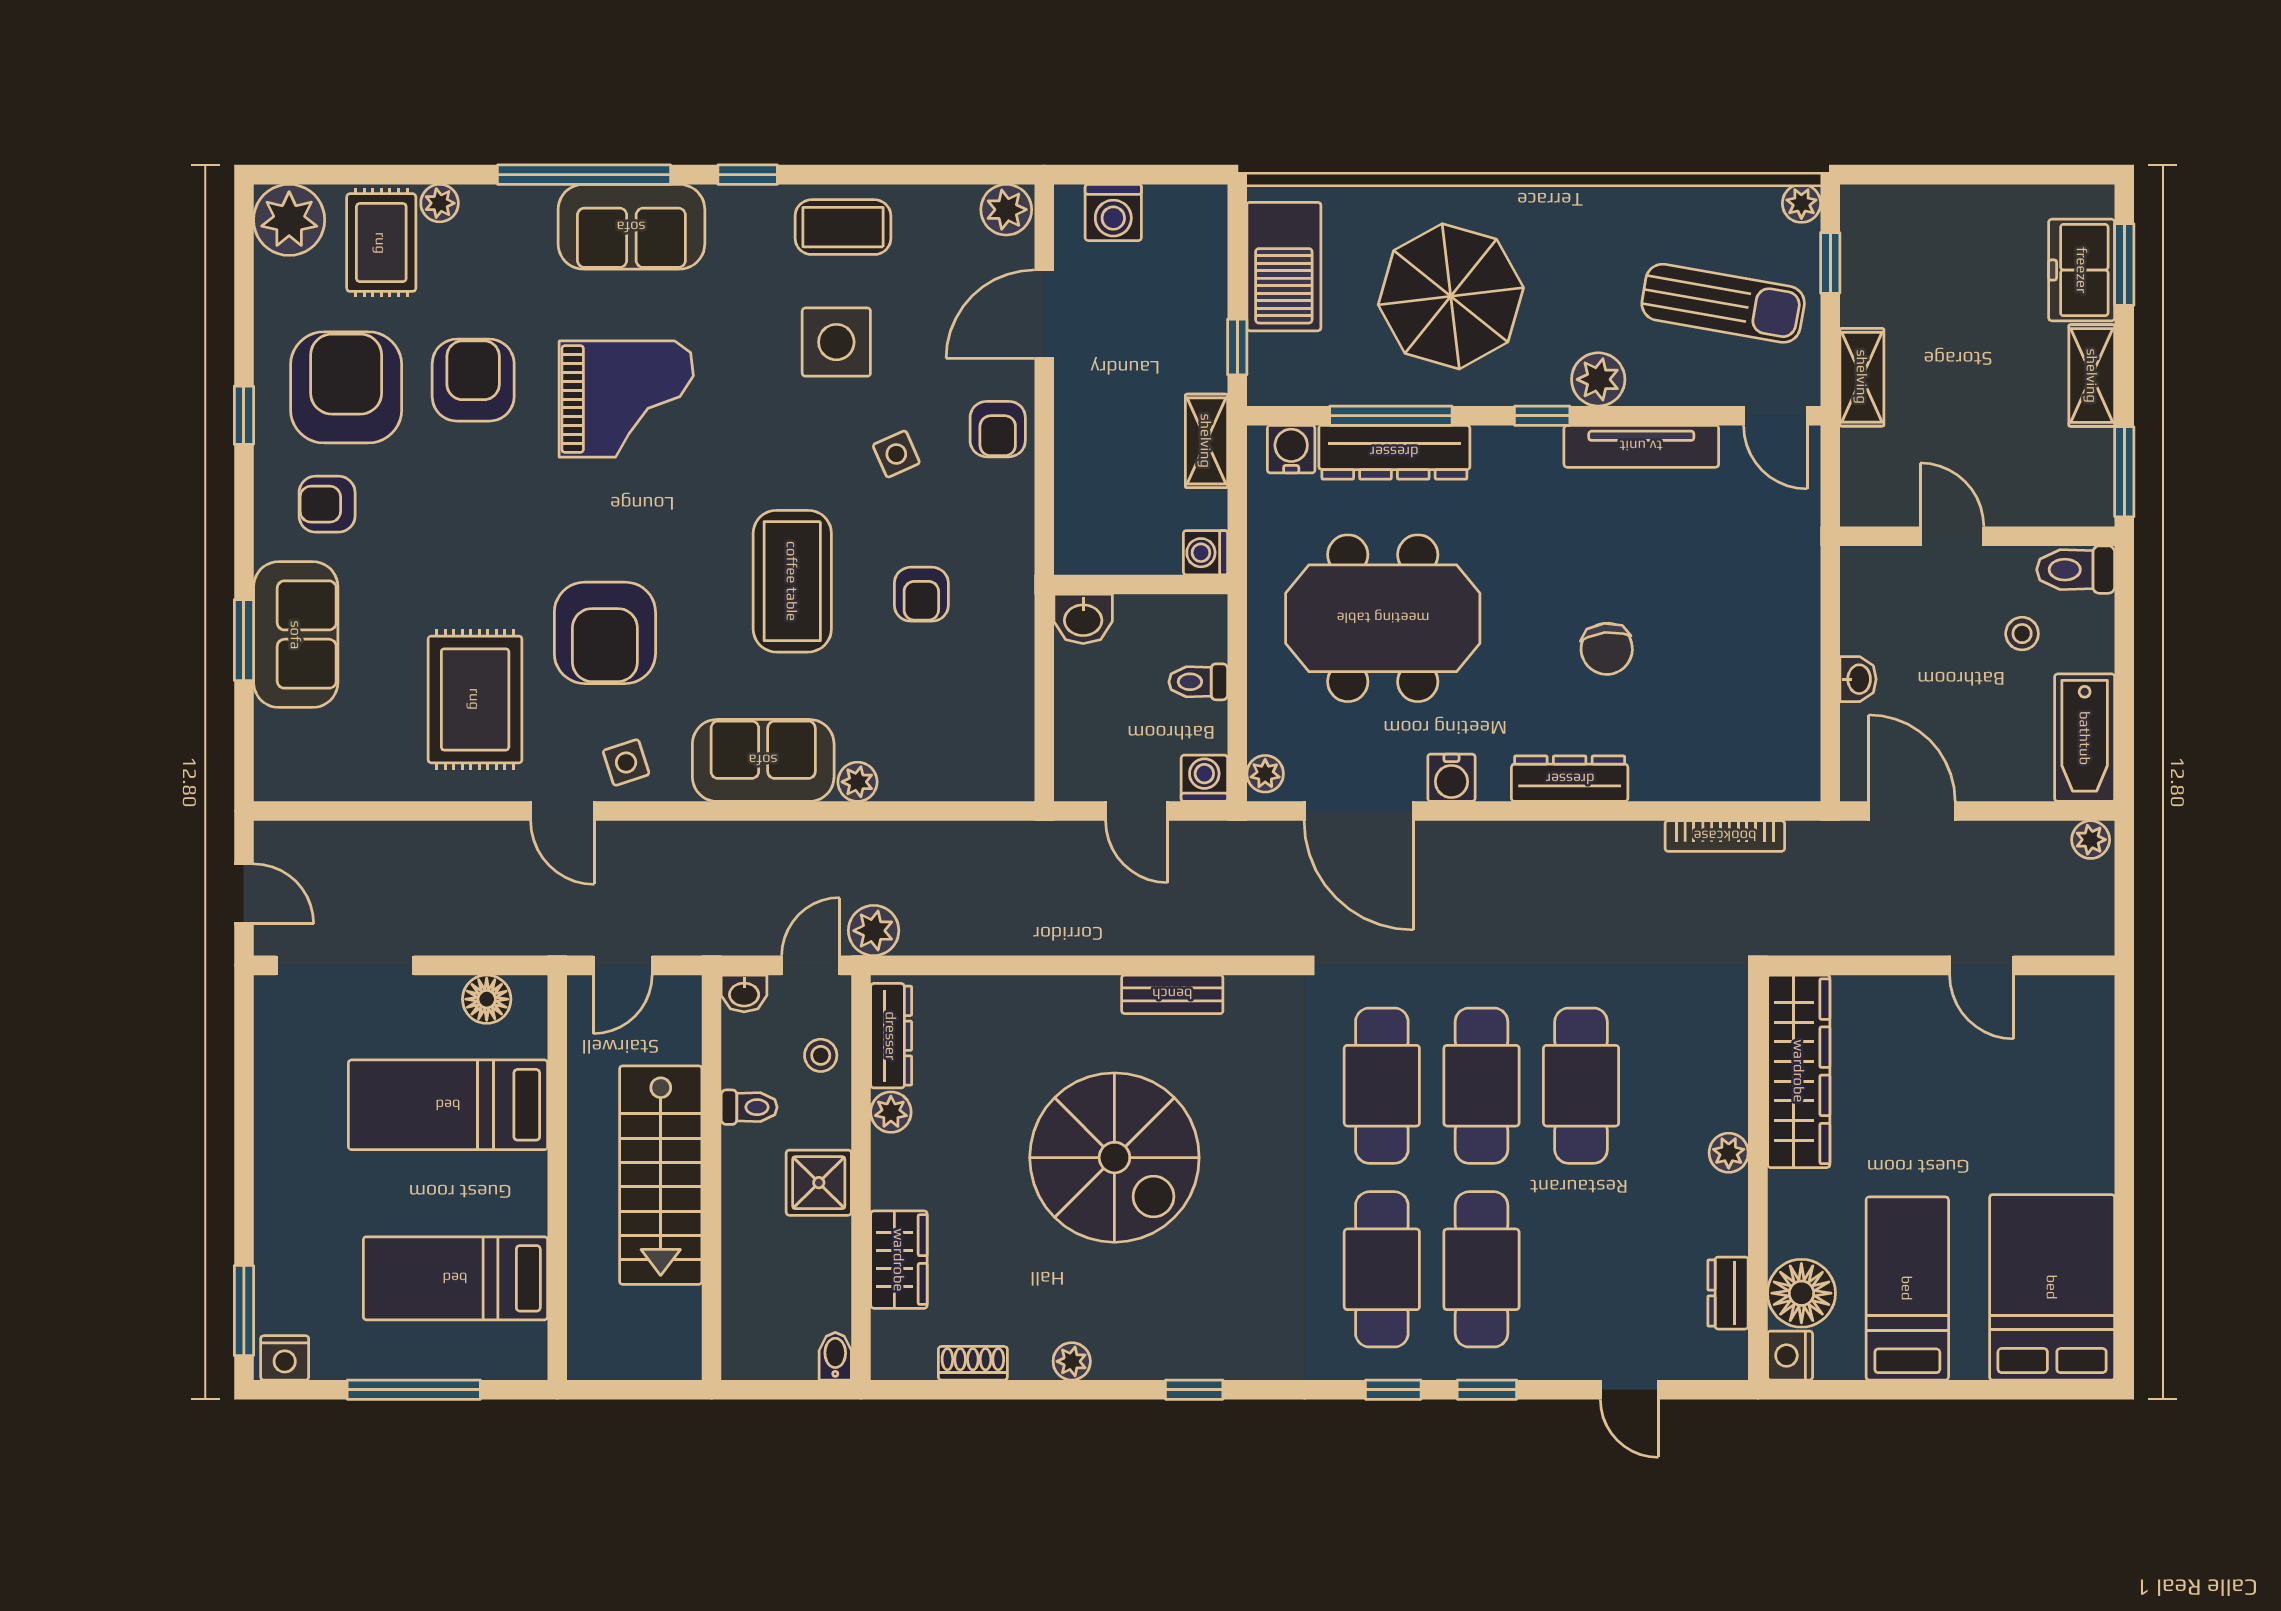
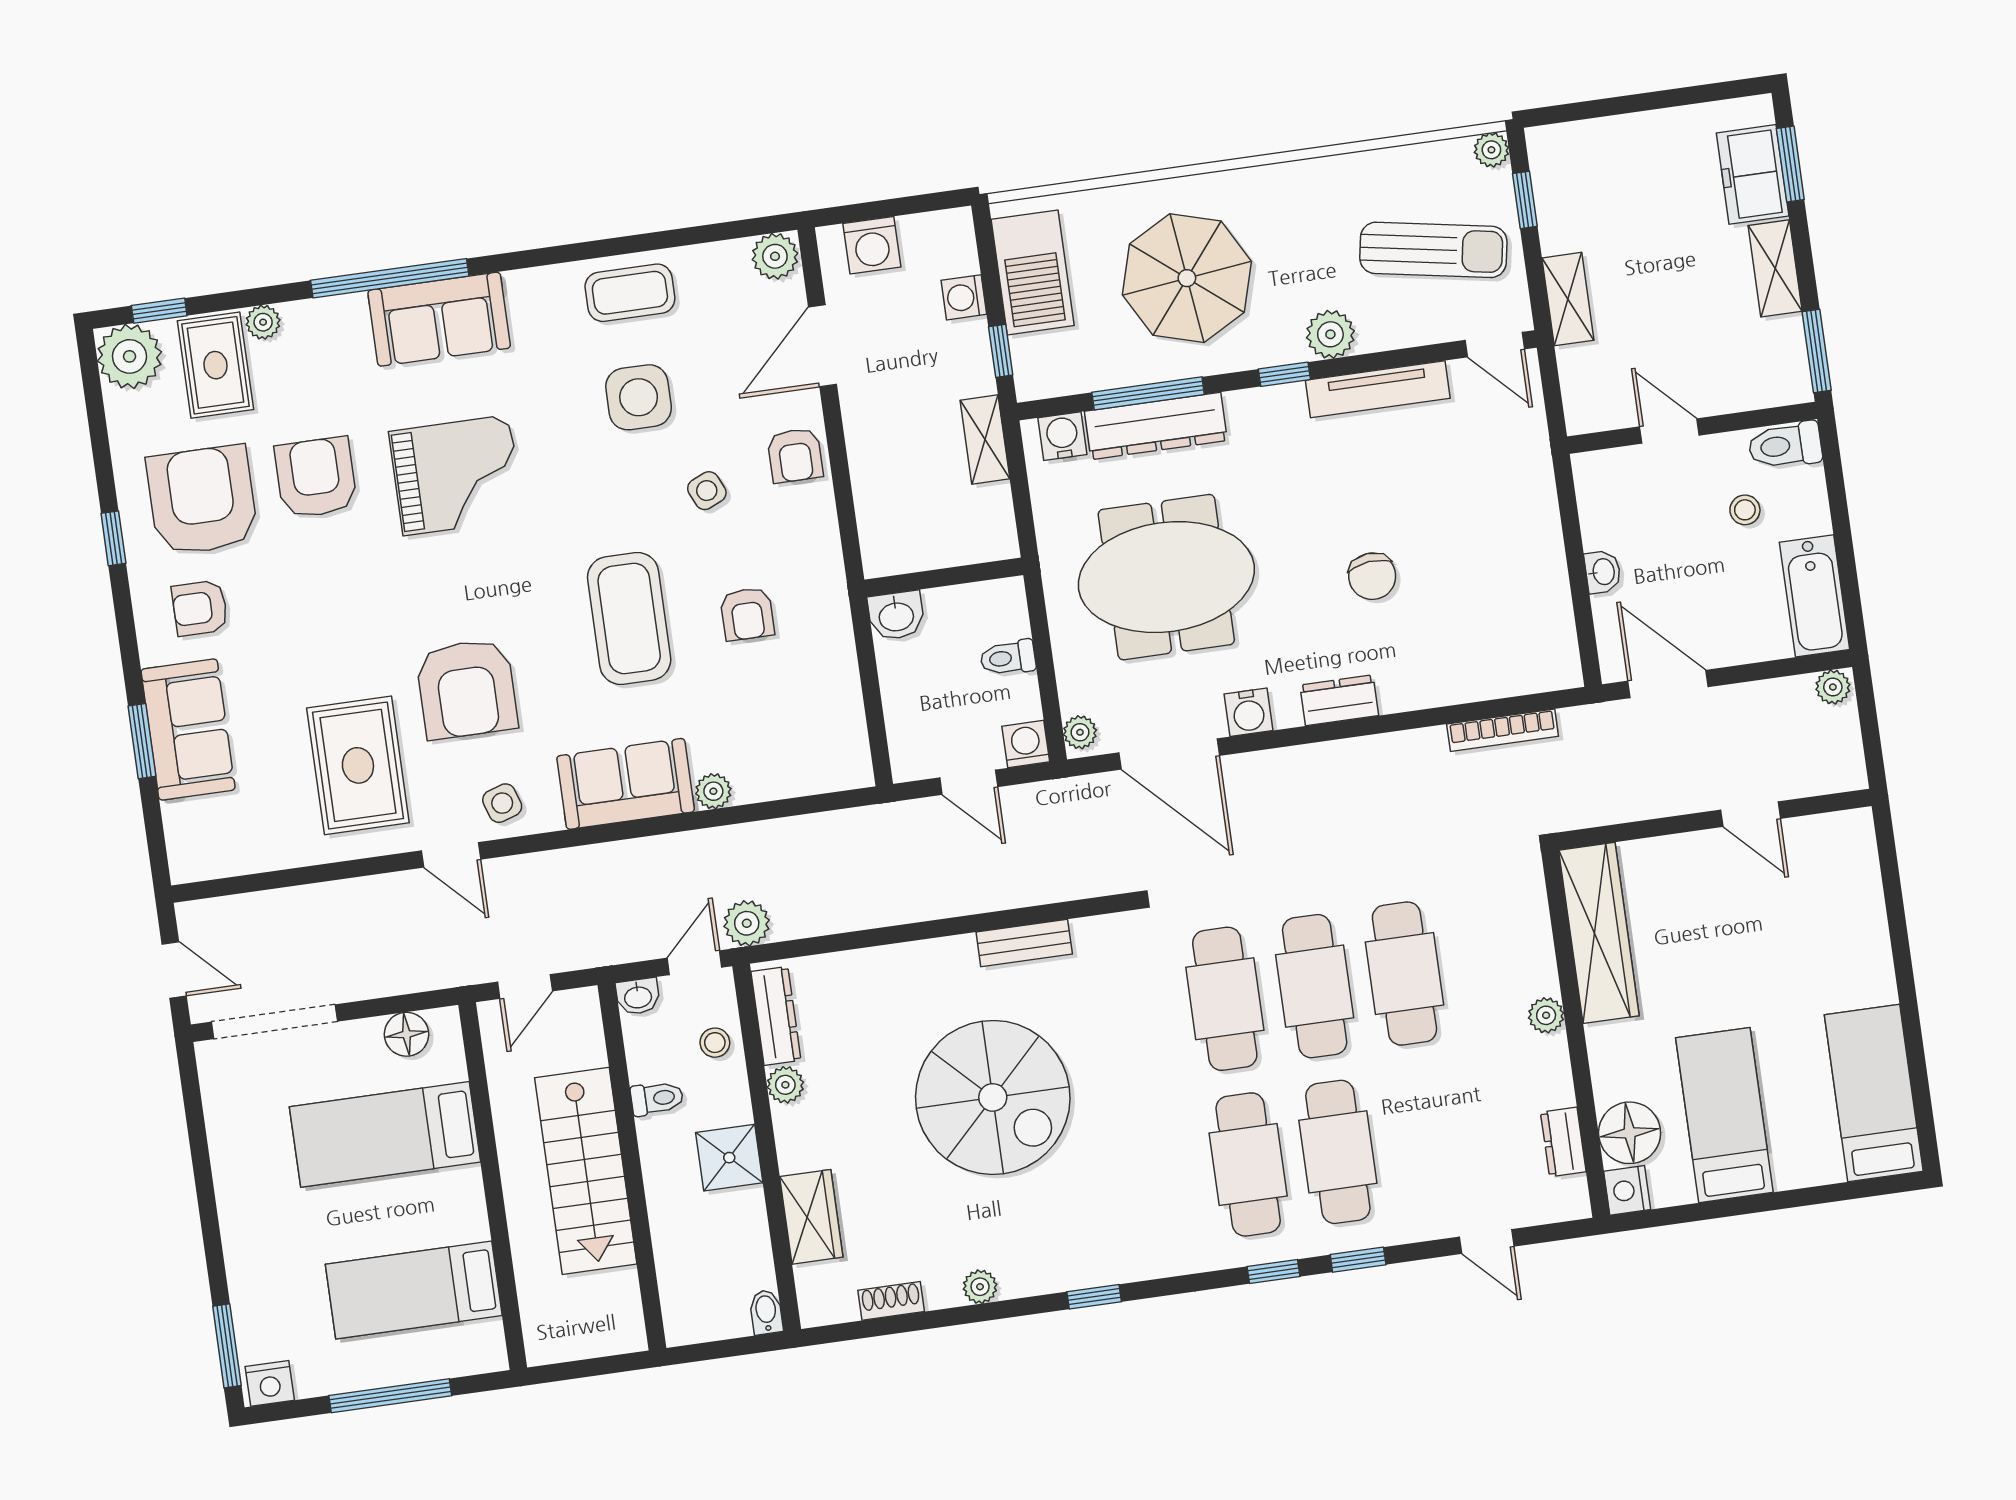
window: (748, 175) -> (159, 311), moved
washing machine: (1205, 553) -> (964, 297), moved
dresser: (1570, 779) -> (1339, 700), width x0.70
bed: (2052, 1287) -> (1874, 1093), width x0.67

